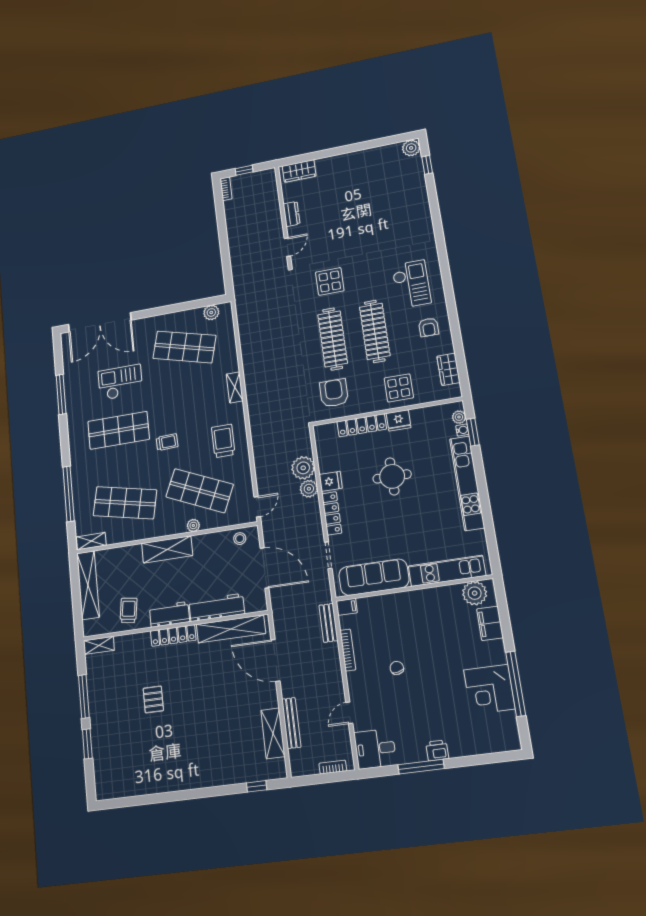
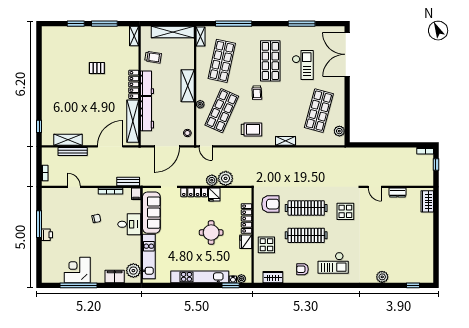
plant: (411, 148) -> (382, 277), moved
desk: (375, 749) -> (129, 224), moved, turned 90

